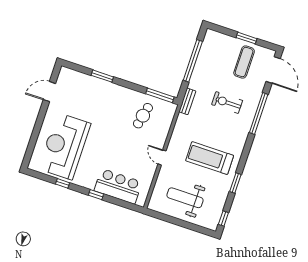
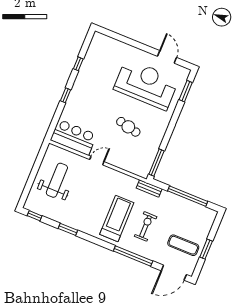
window: (102, 76) -> (186, 91), moved
cafe table: (143, 116) -> (128, 127), moved
reception desk: (64, 146) -> (146, 84), moved
treadmill: (210, 158) -> (117, 219), moved
bar counter: (118, 186) -> (74, 137), moved, turned -90

